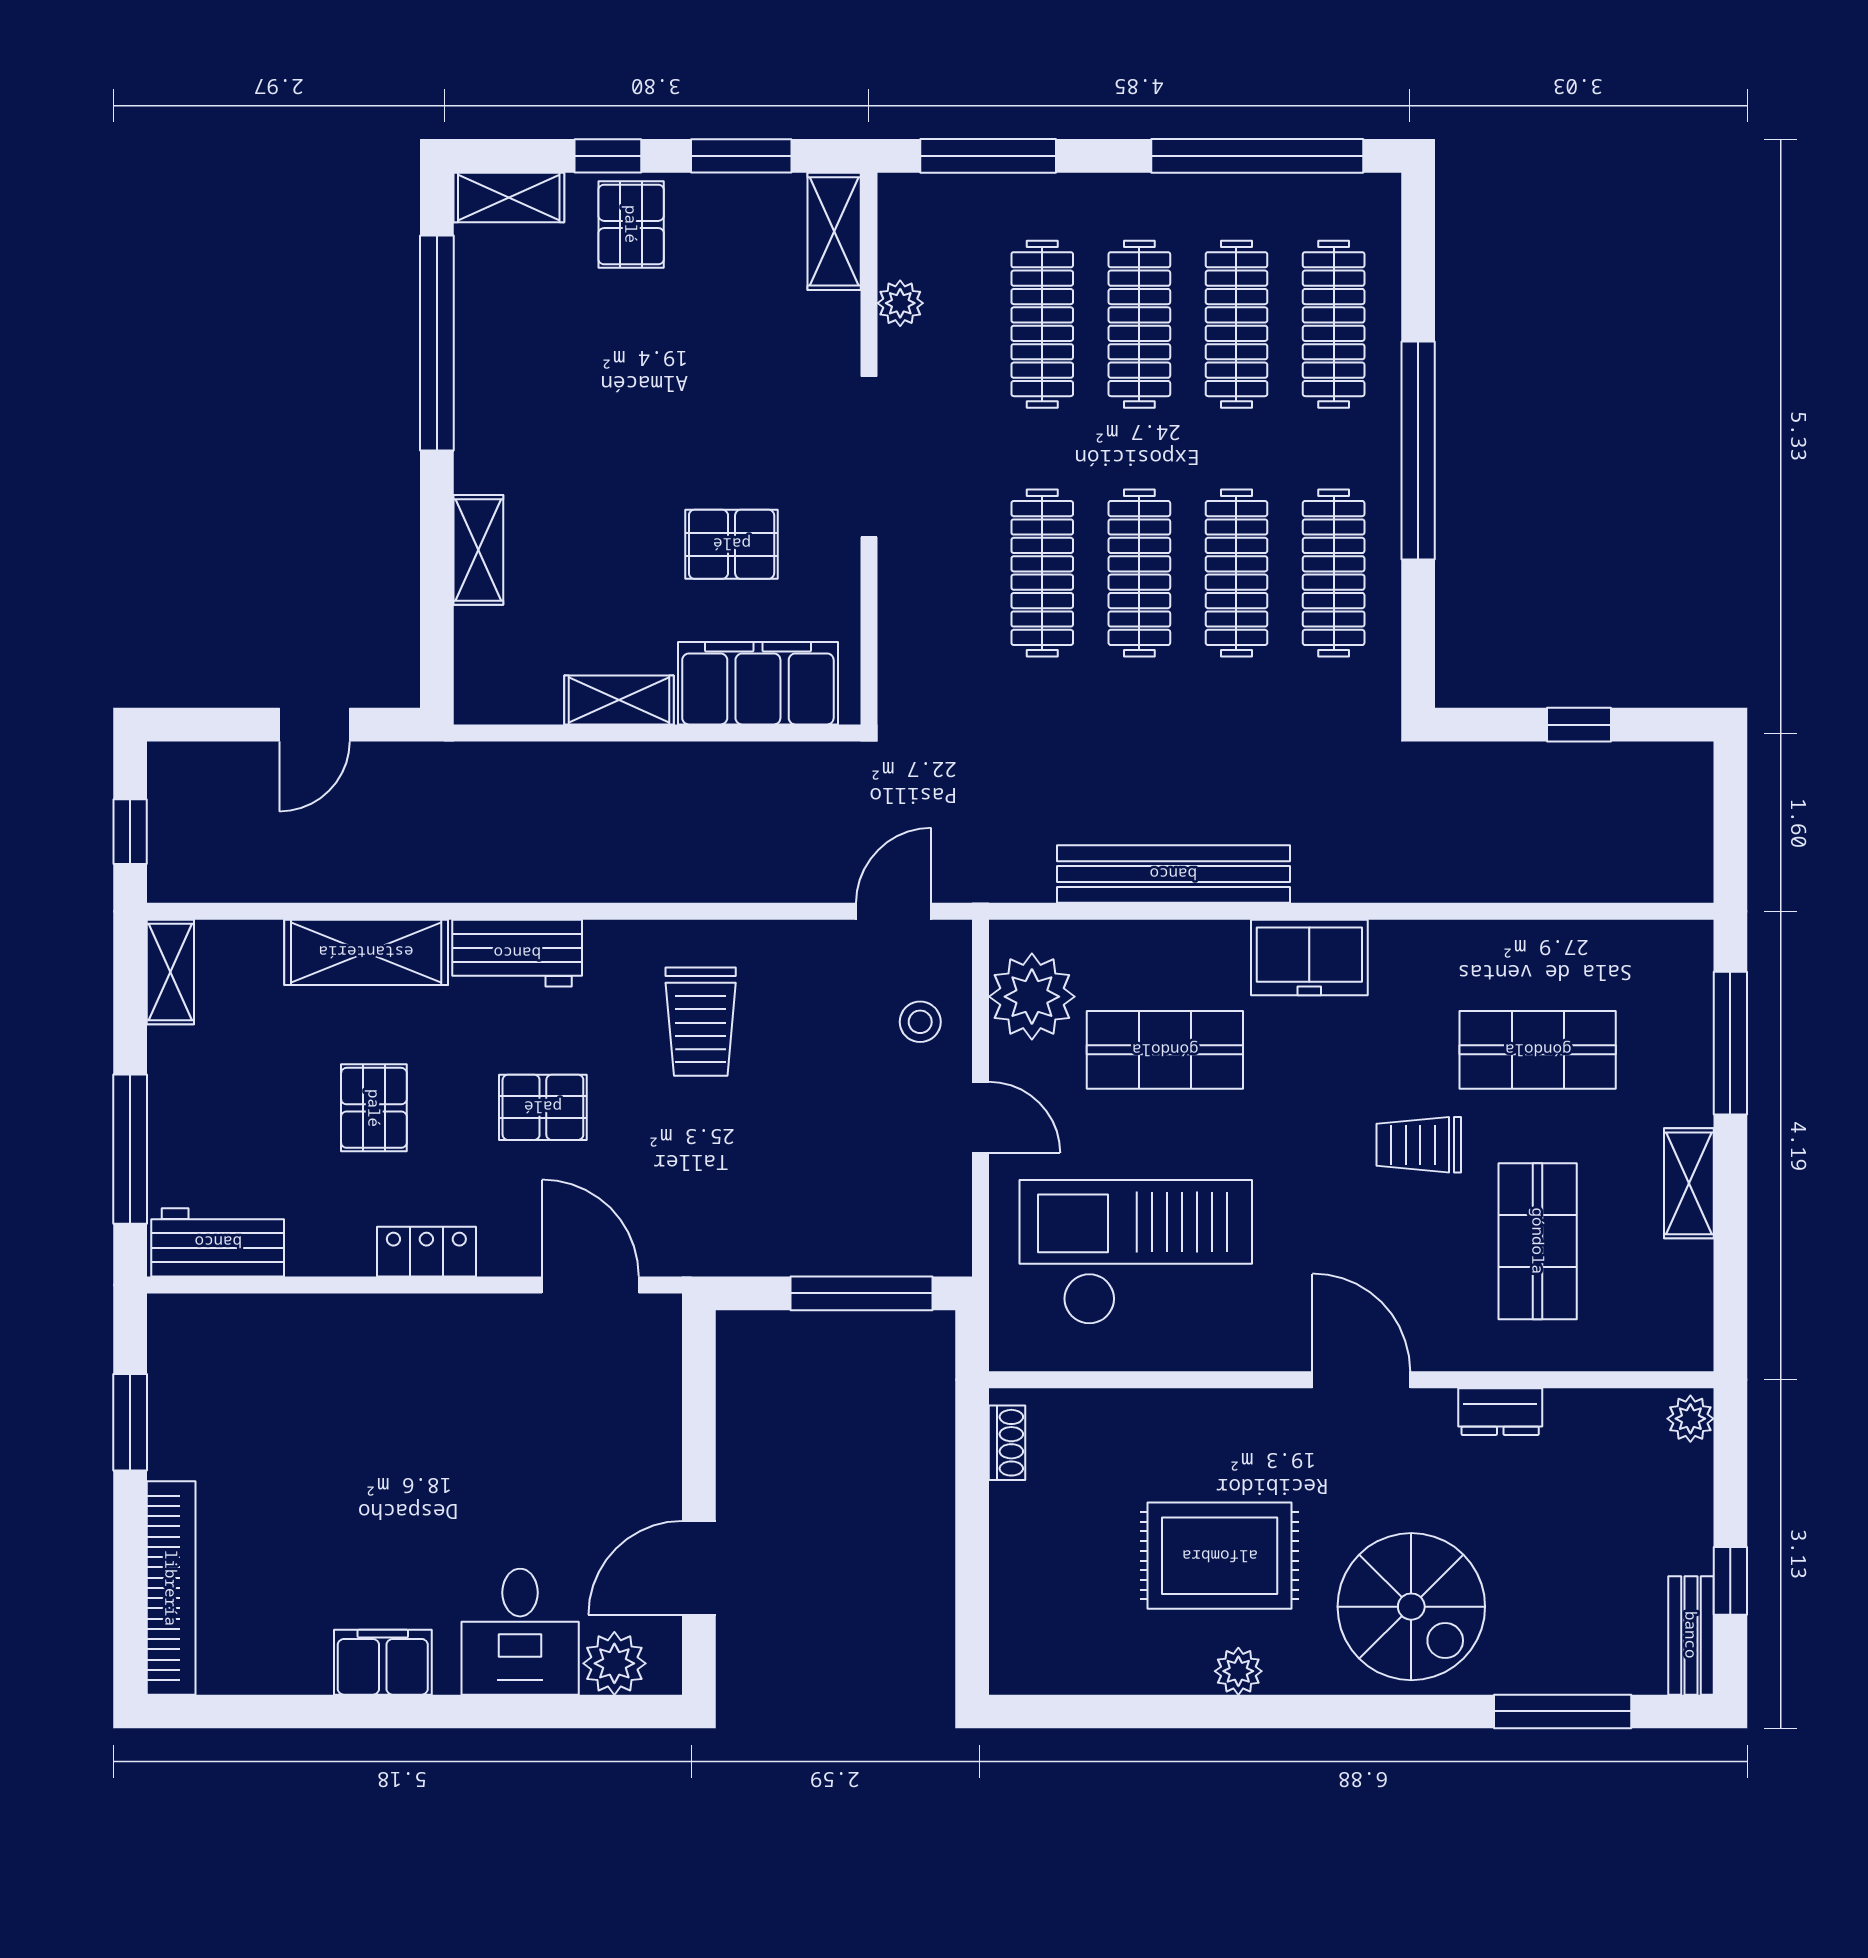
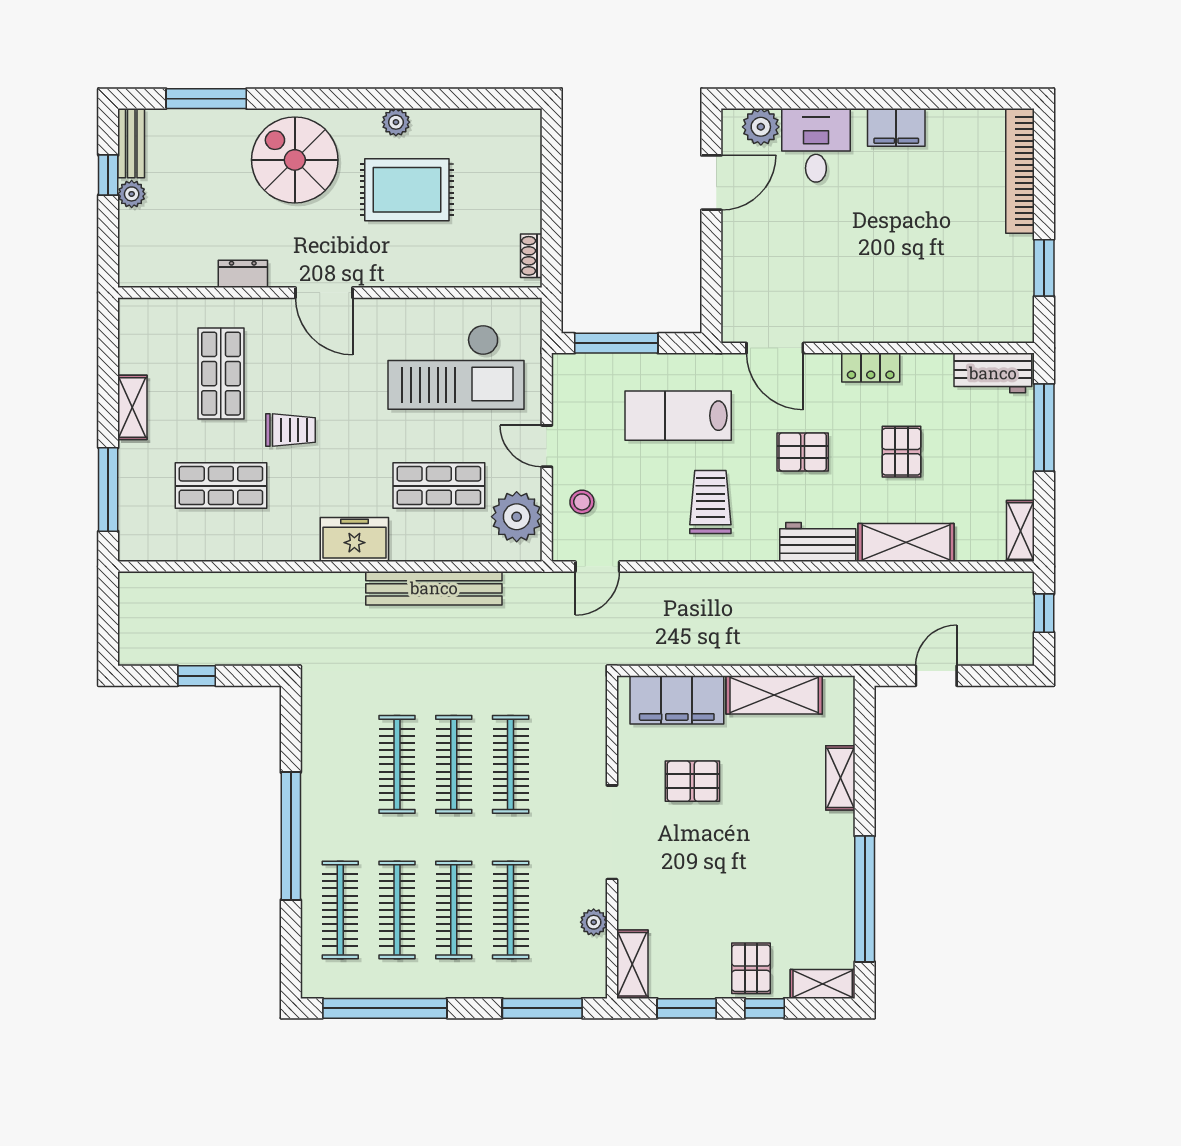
clothes rail: (1334, 573) -> (340, 764), removed
shelving: (619, 700) -> (774, 695), width x1.50, depth x1.33
lab bench: (756, 1169) -> (678, 416), added
plant: (1690, 1419) -> (132, 194), moved

